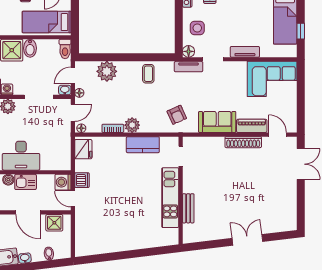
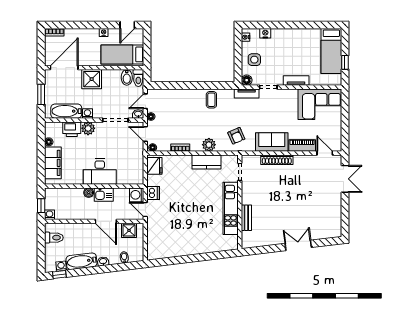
bidet: (30, 48) -> (127, 77), moved
plant: (107, 71) -> (175, 98), removed
door: (73, 113) -> (145, 134), swing flipped
plant: (132, 125) -> (209, 145), moved
shoe rack: (243, 142) -> (277, 160), moved

